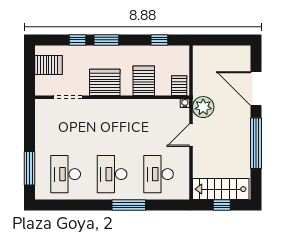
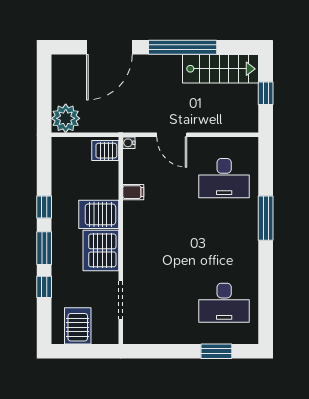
window: (159, 40) -> (44, 207), moved
server rack: (144, 81) -> (99, 214), moved
filing cabinet: (148, 106) -> (133, 192), added
plant: (203, 107) -> (66, 118), moved
window: (30, 168) -> (216, 351), width x0.69
desk: (112, 174) -> (224, 240), removed
stairs: (221, 189) -> (221, 69), moved, turned -90

